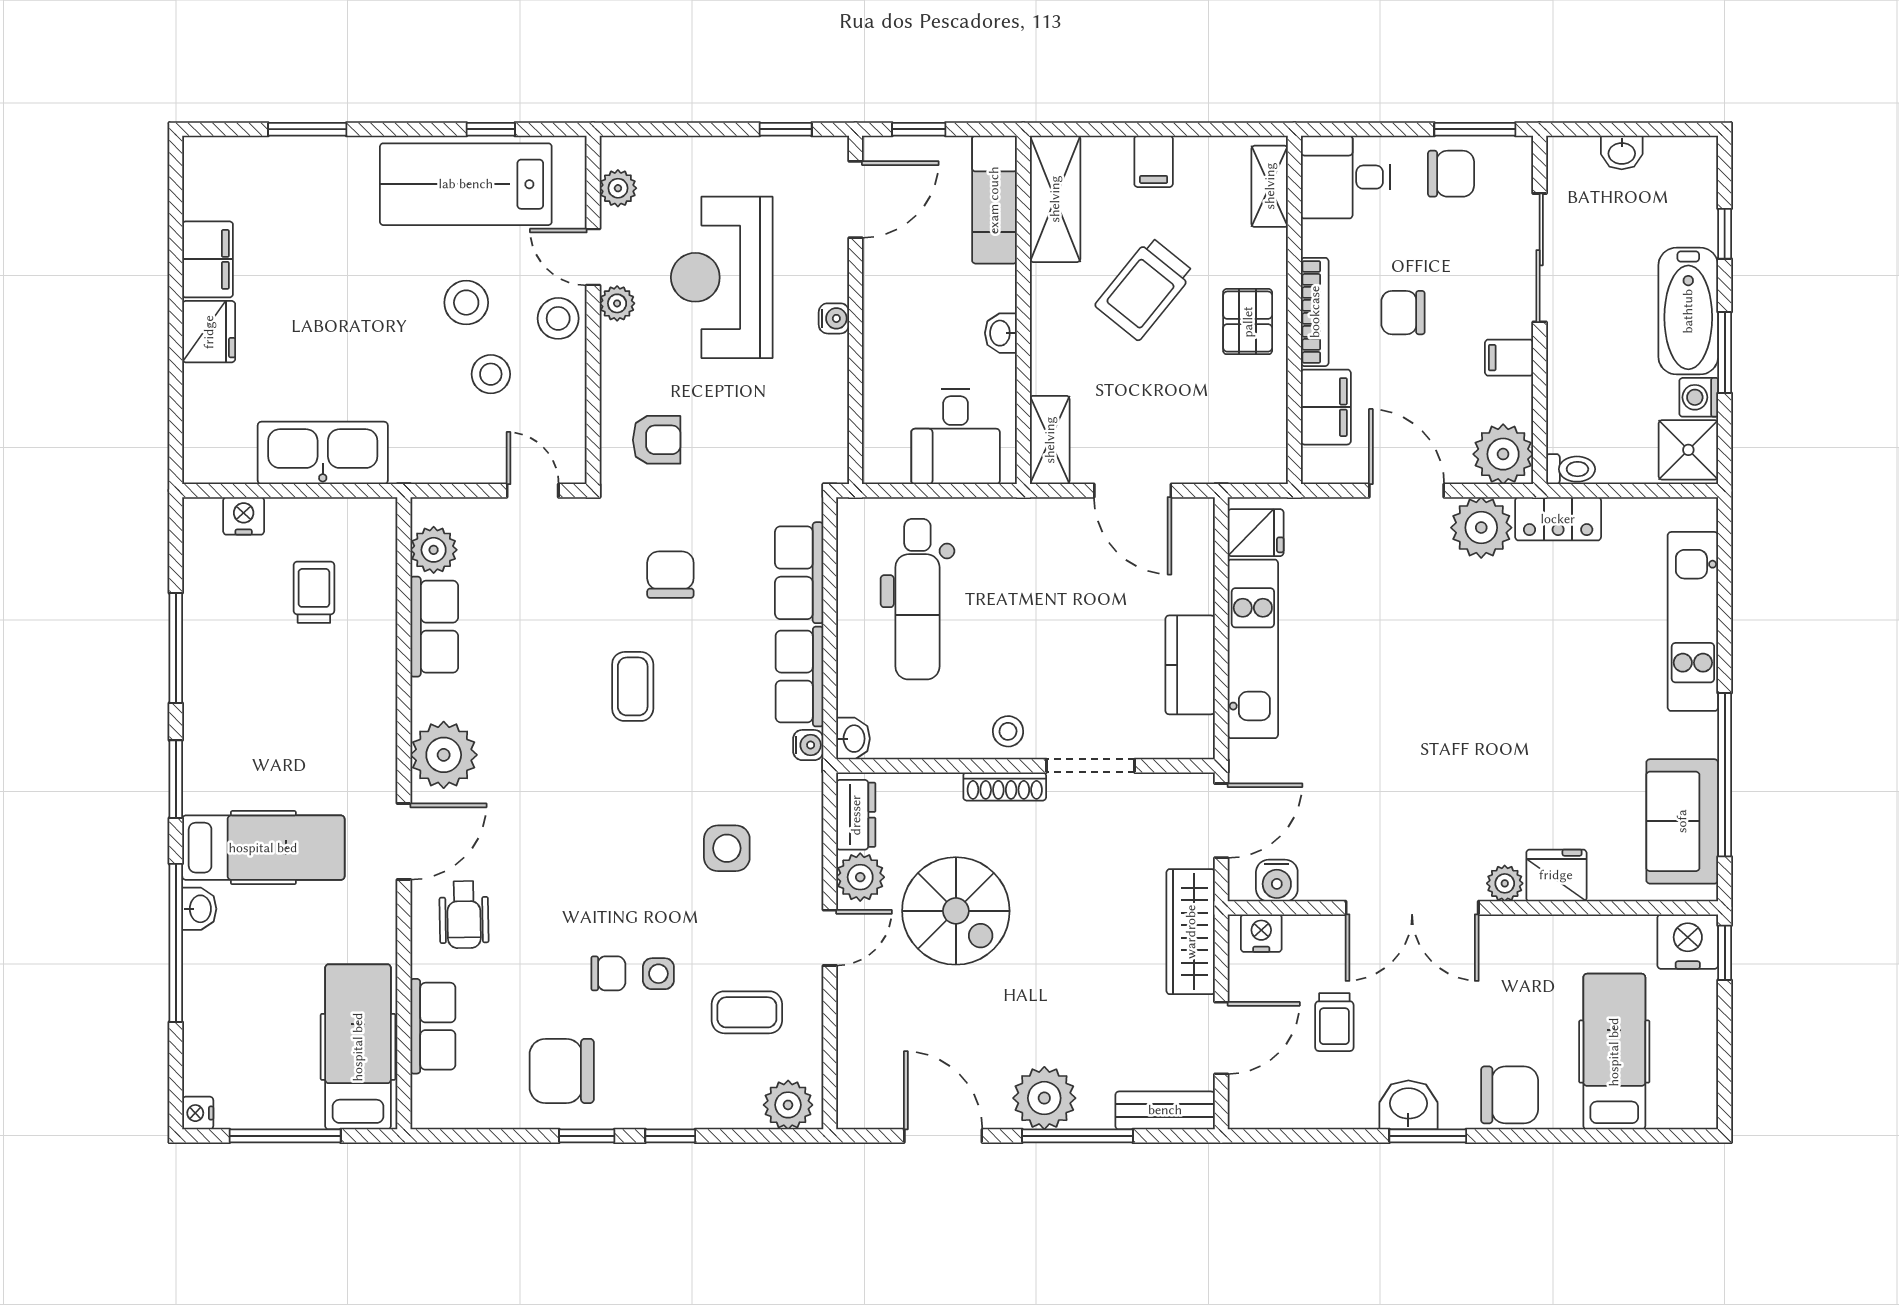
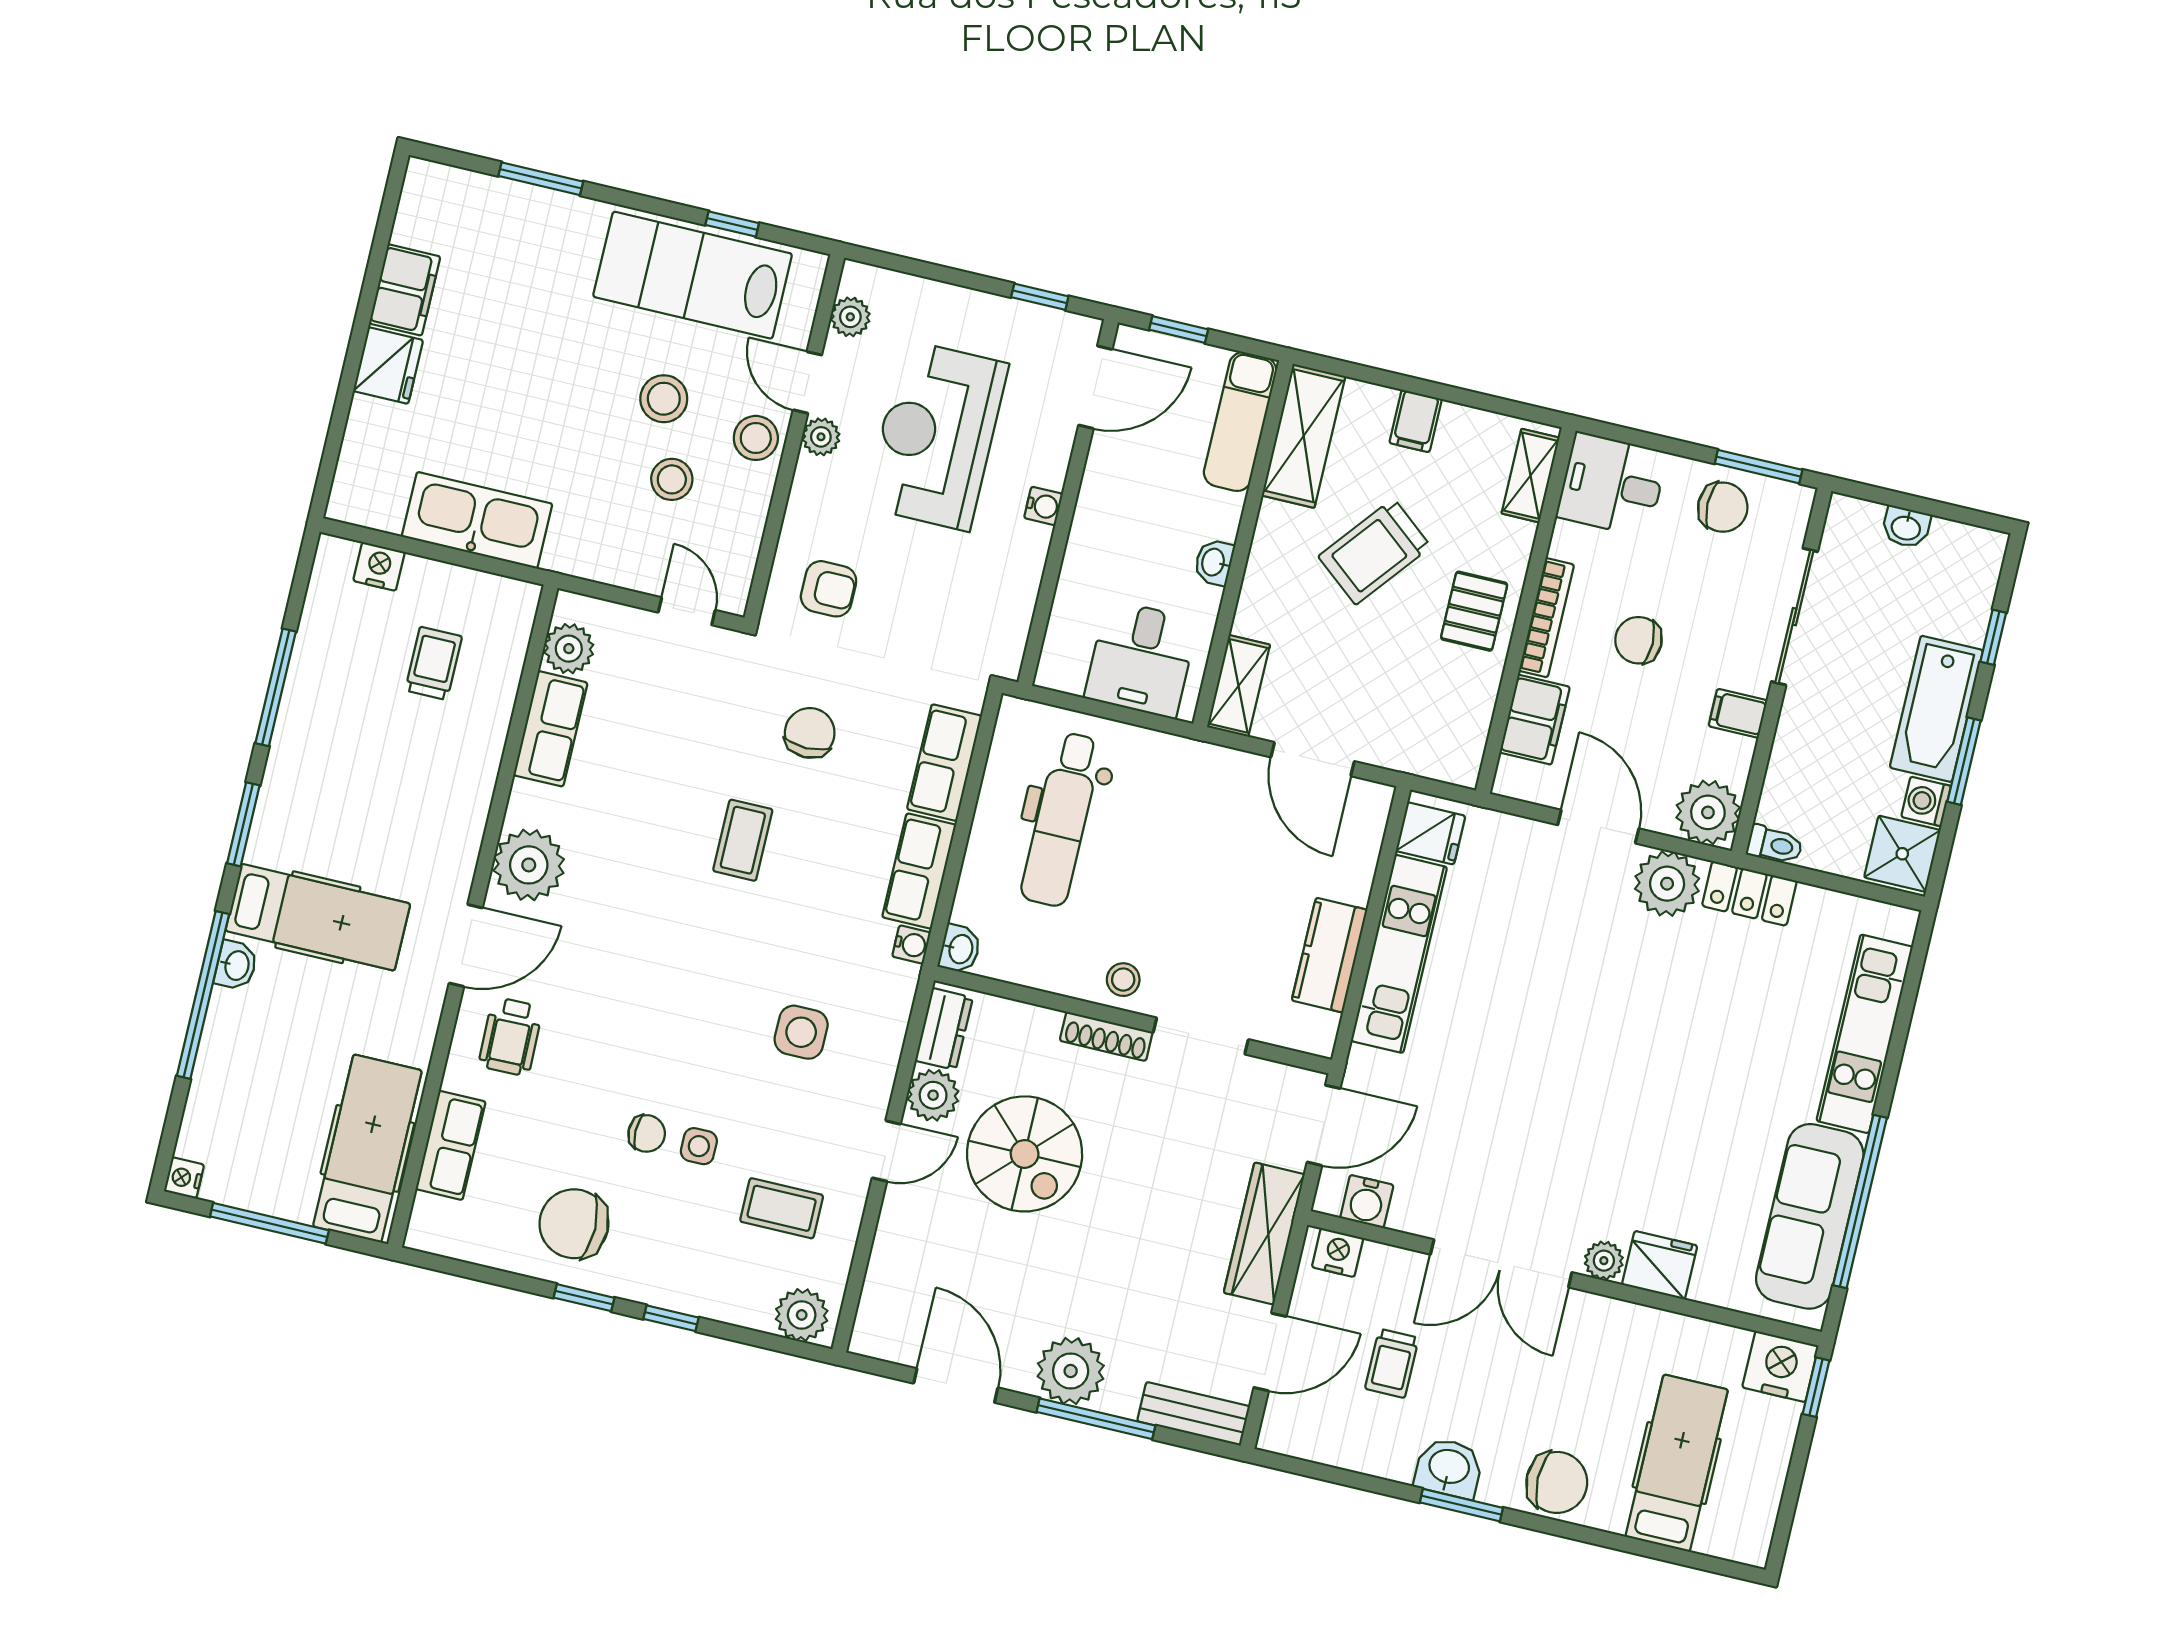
sofa: (1682, 821) -> (1810, 1216), width x1.36

